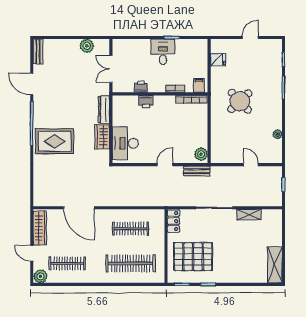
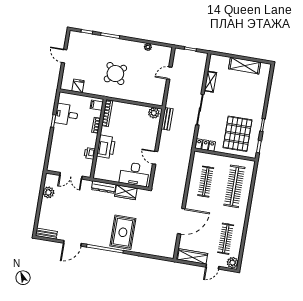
desk: (163, 52) -> (67, 114), moved
printer: (146, 102) -> (106, 147), width x1.87, depth x1.48
door: (165, 165) -> (155, 158), moved
shelving: (275, 265) -> (245, 65), moved

